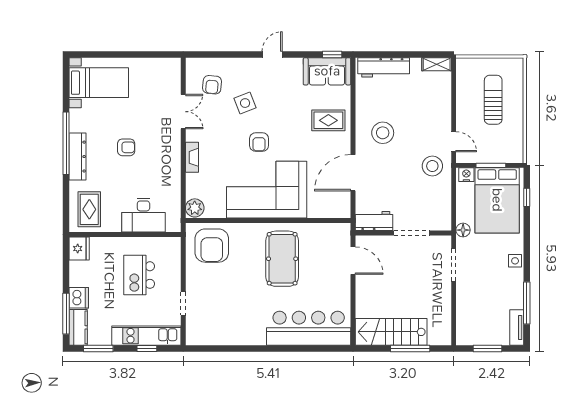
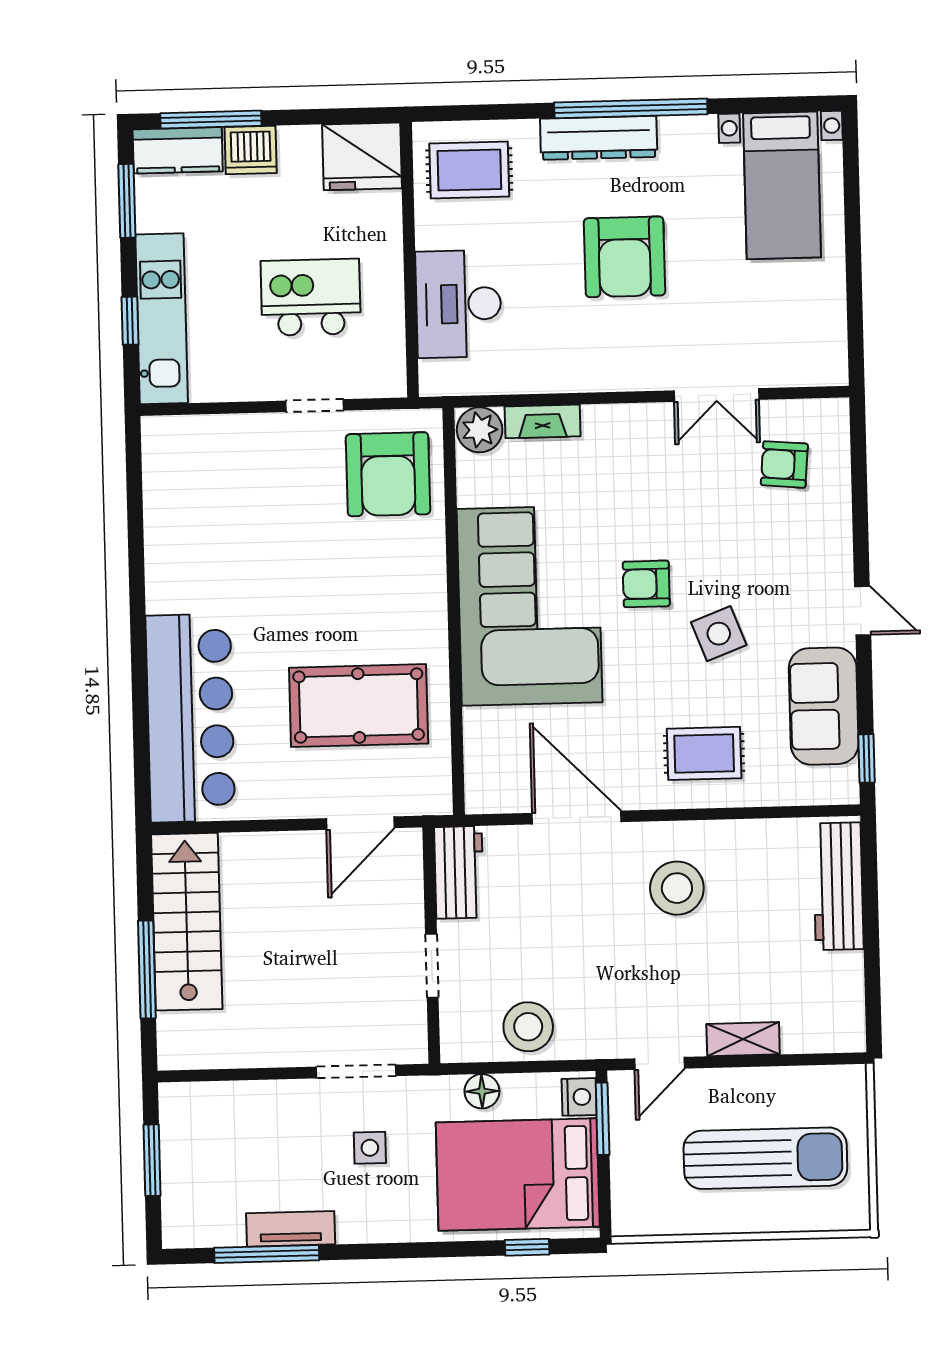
shelving: (437, 64) -> (743, 1039), moved, turned 90
sofa: (327, 71) -> (824, 706), moved
sun lounger: (493, 100) -> (765, 1158), width x1.36, depth x1.34
side table: (245, 103) -> (719, 634), moved
rug: (328, 120) -> (704, 753), turned 90
armchair: (126, 147) -> (625, 257), width x1.88, depth x1.88
fireplace: (192, 157) -> (543, 421), moved
window: (491, 165) -> (603, 1119), moved
stool: (432, 166) -> (528, 1027), moved
floor lamp: (463, 230) -> (482, 1091), moved
doorway: (412, 233) -> (432, 966), width x0.73
armchair: (212, 246) -> (388, 474), turned -90
fridge: (79, 249) -> (362, 156), width x1.36, depth x1.34
pool table: (282, 259) -> (359, 706), moved
side table: (515, 261) -> (370, 1148), moved
doorway: (183, 304) -> (315, 406), moved
tv unit: (517, 328) -> (291, 1229), moved

